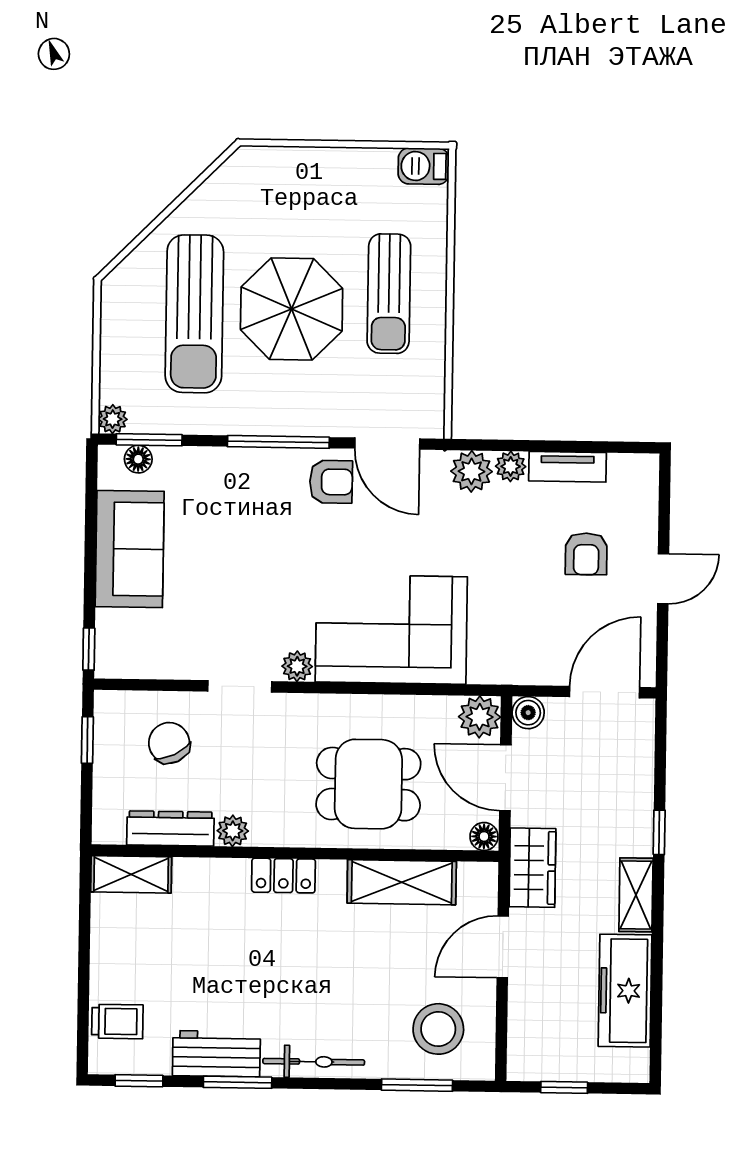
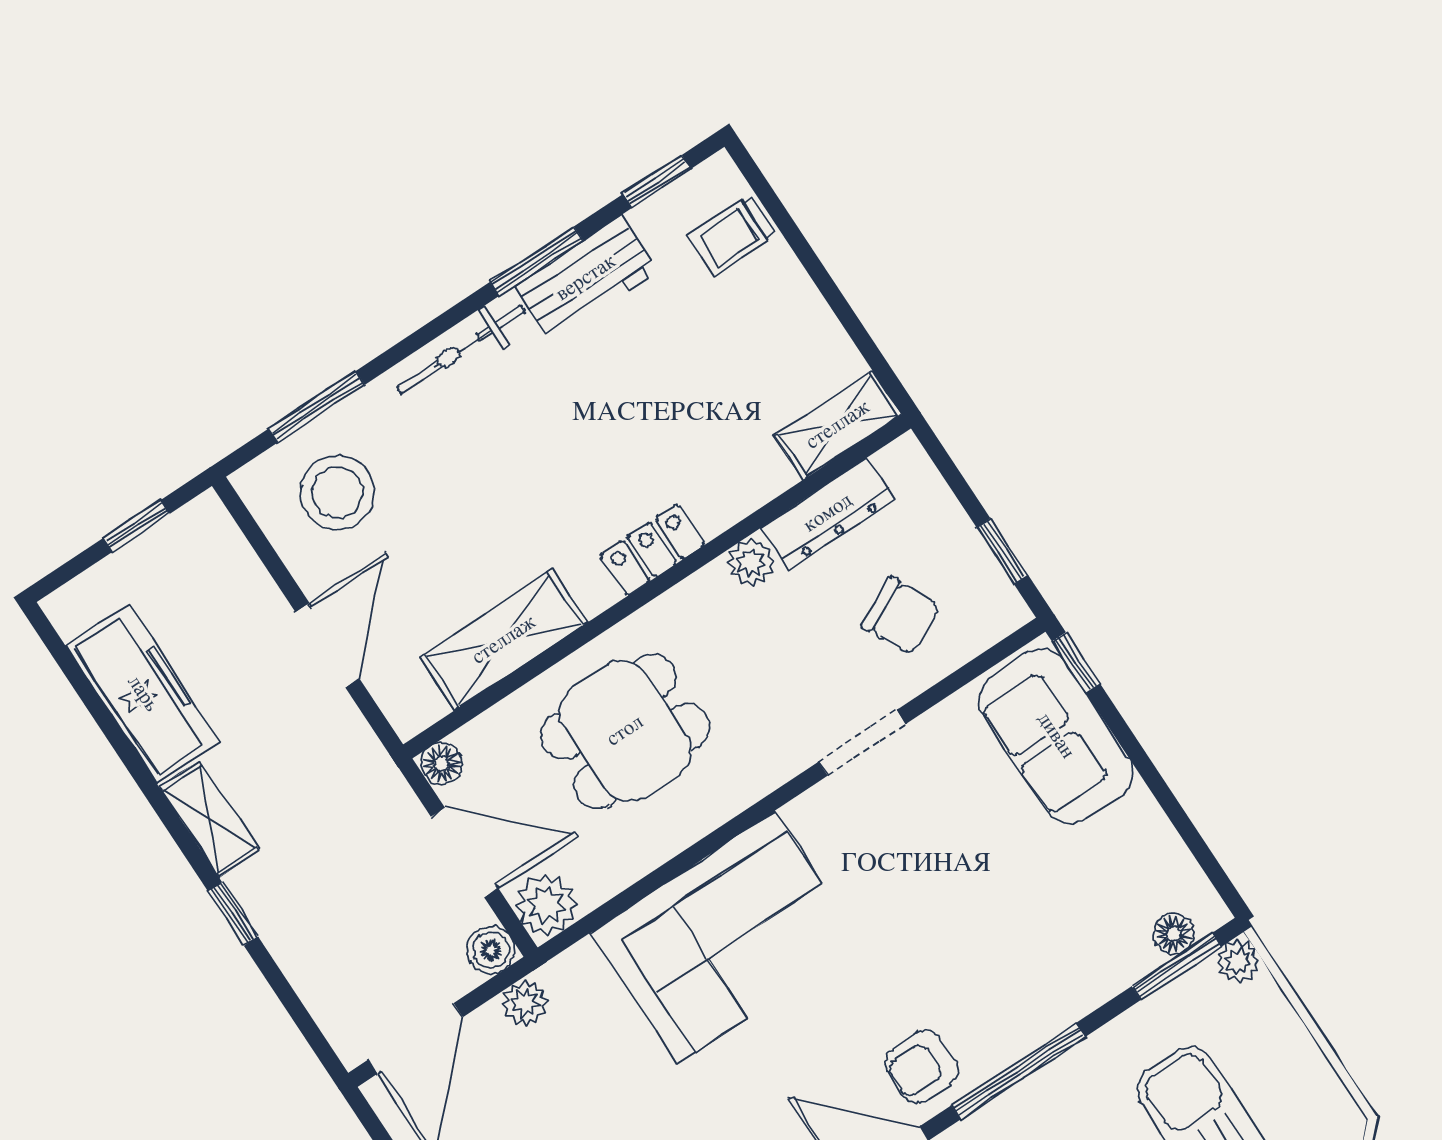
sofa: (130, 549) -> (1056, 736), moved
plant: (297, 666) -> (525, 1003), moved
wardrobe: (532, 868) -> (357, 766), removed

